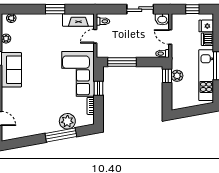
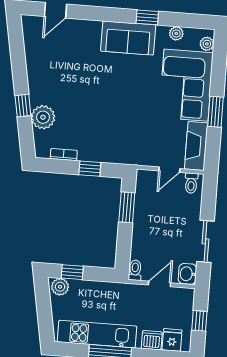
door: (95, 36) -> (169, 170), swing flipped
window: (122, 62) -> (127, 207), width x0.69
corner sofa: (78, 74) -> (186, 85), moved, turned -90
window: (167, 76) -> (72, 272), moved
plant: (177, 76) -> (60, 287), moved
window: (61, 135) -> (23, 106), width x0.46

